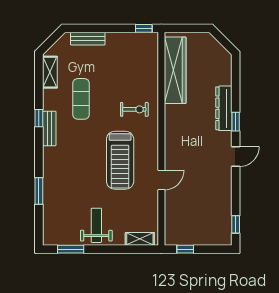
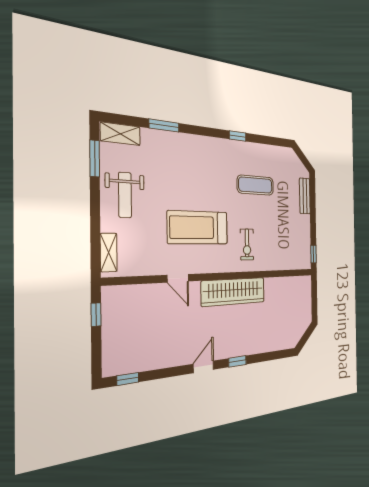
wardrobe: (175, 70) -> (234, 292), moved
shelving: (50, 72) -> (120, 134), moved
dresser: (224, 108) -> (249, 346), removed
bench: (49, 128) -> (228, 147), removed
door: (236, 157) -> (203, 367), swing flipped
weight bench: (96, 225) -> (125, 195), turned 90

